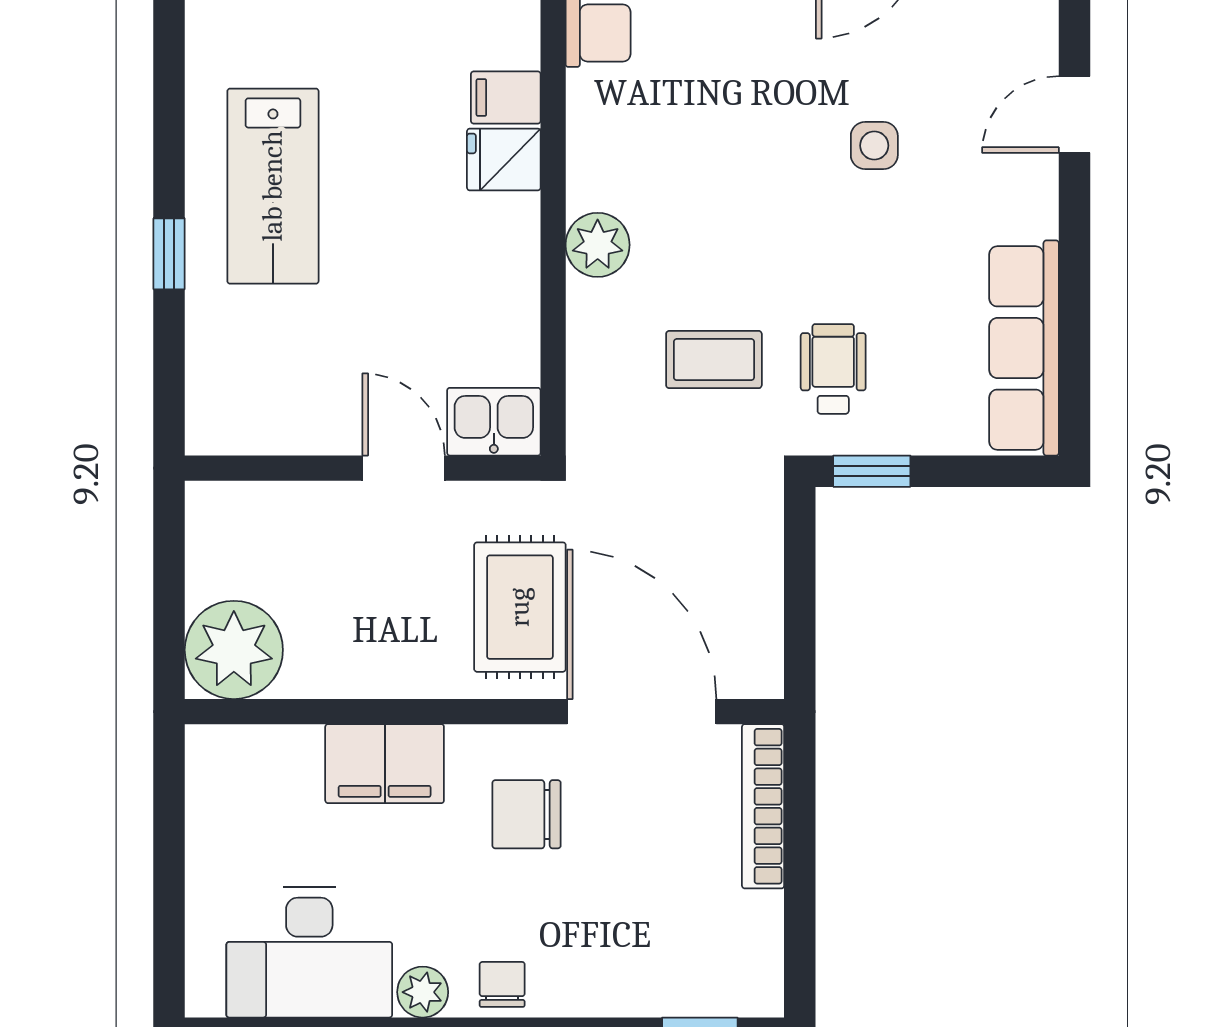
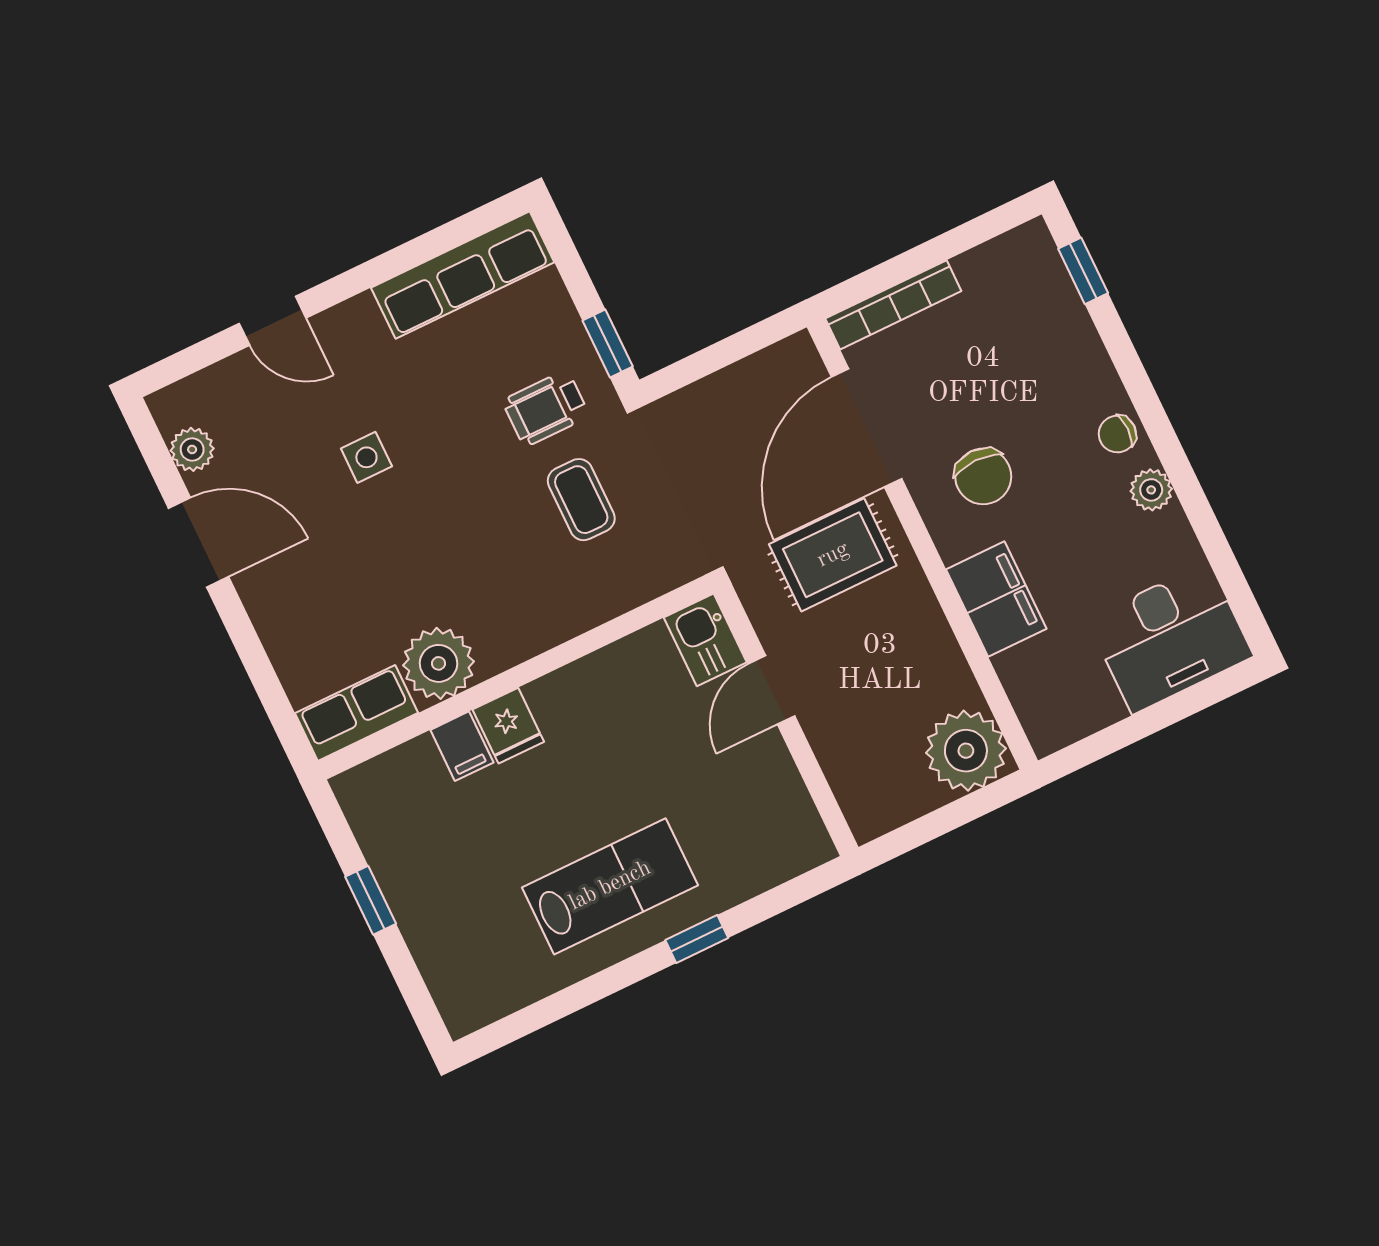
plant: (598, 245) -> (439, 663), moved, width x1.36, depth x1.36
desk: (309, 952) -> (1170, 638), moved, turned 90

